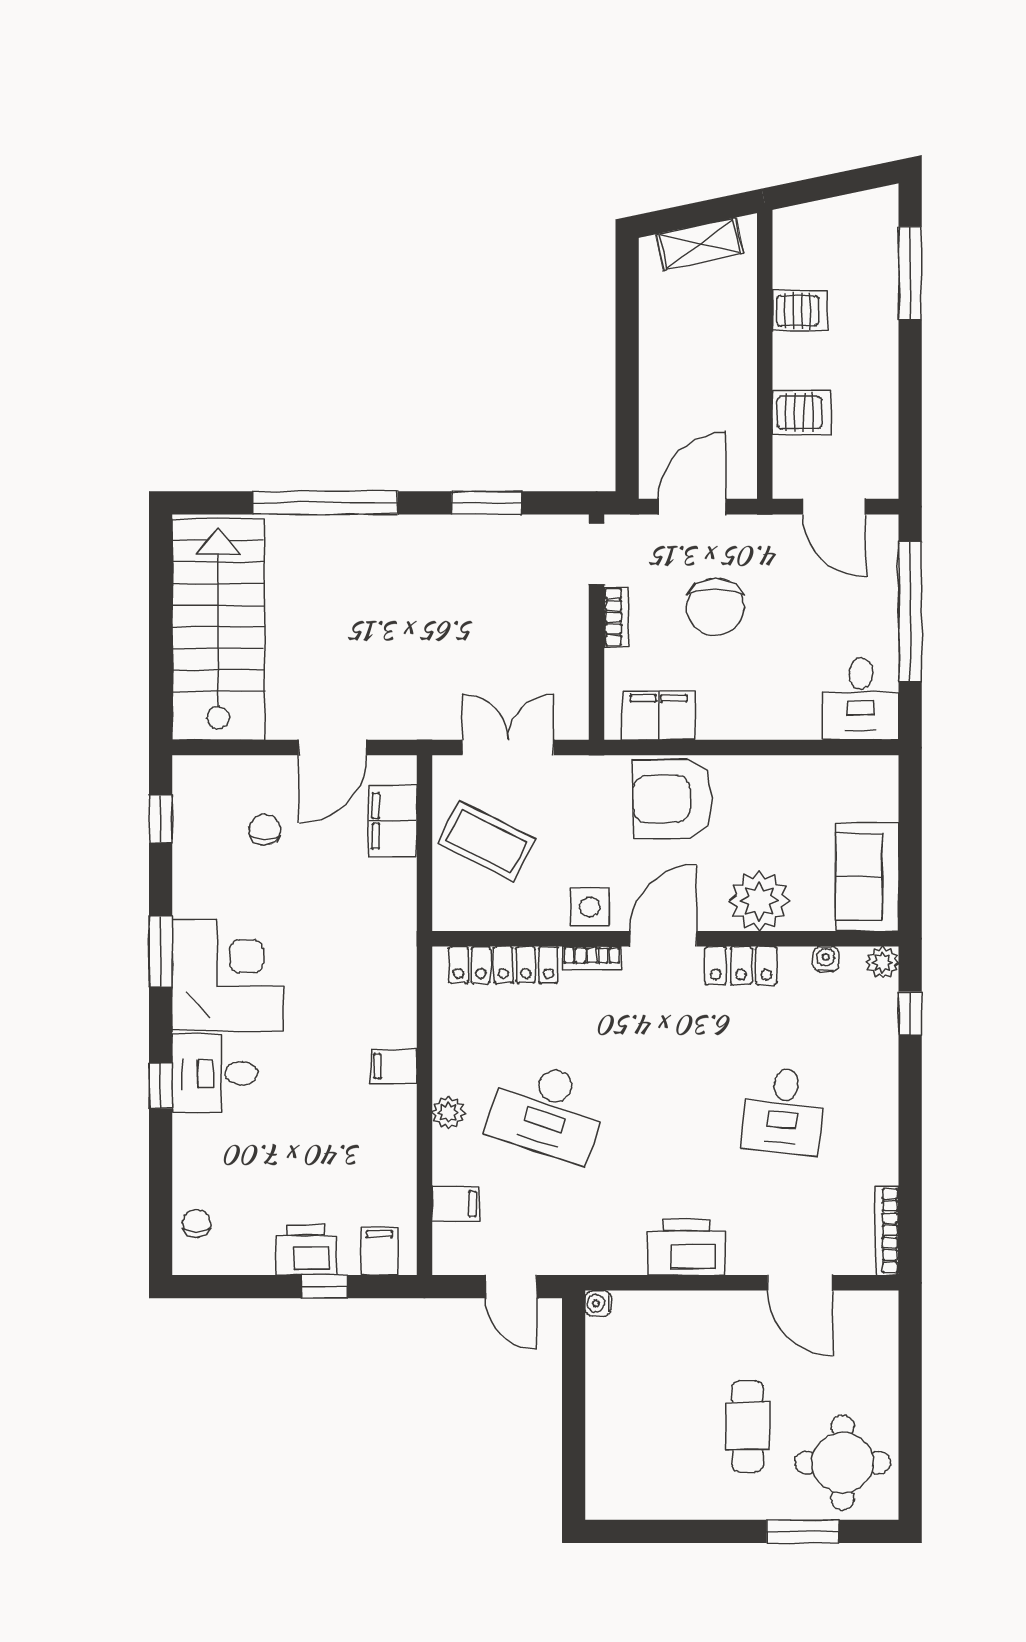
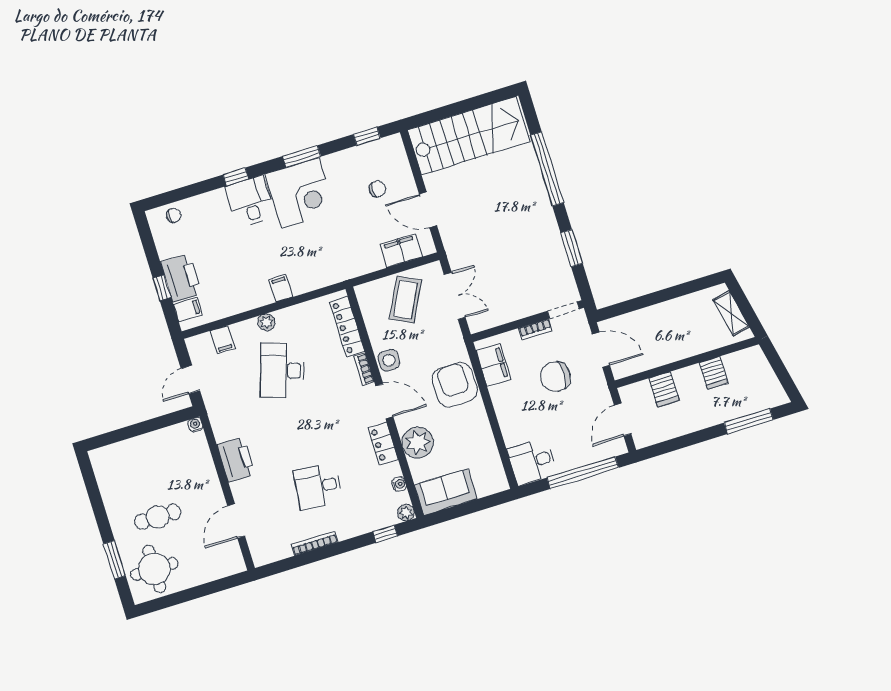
bookcase: (887, 1231) -> (315, 543), moved
printer: (306, 1250) -> (181, 278), width x1.37, depth x1.19

